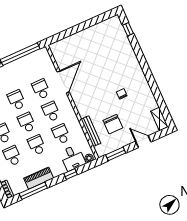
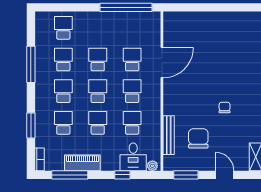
chair: (113, 124) -> (198, 138), turned 180

